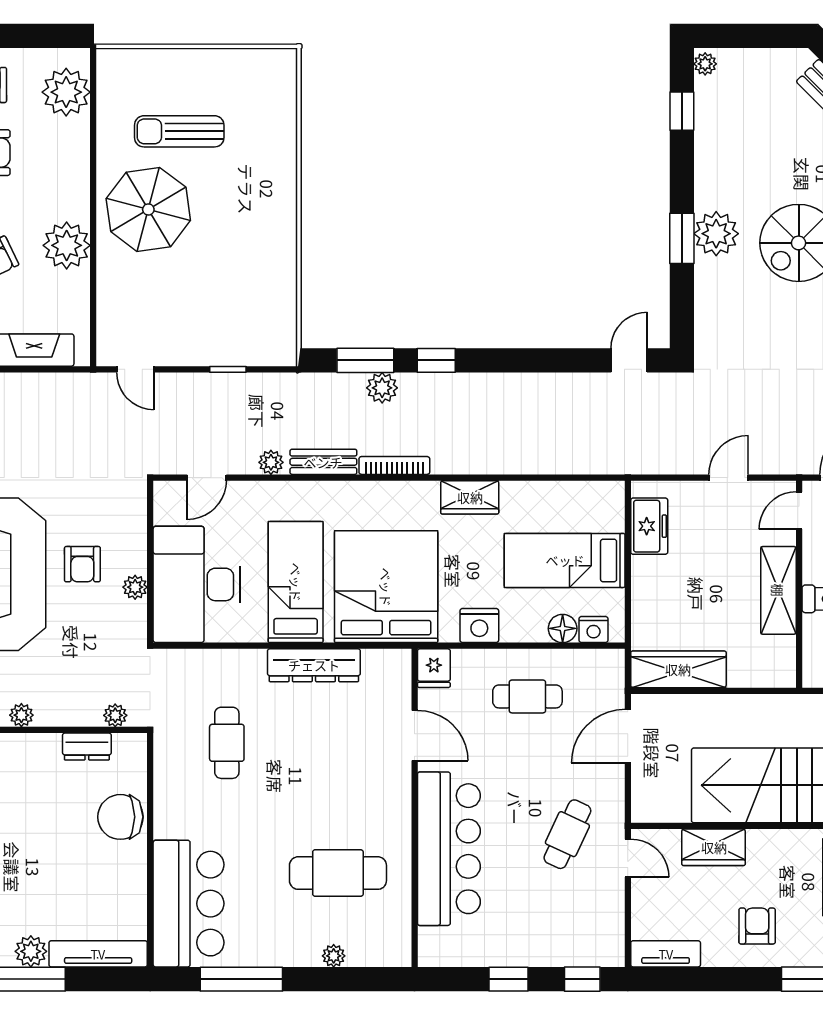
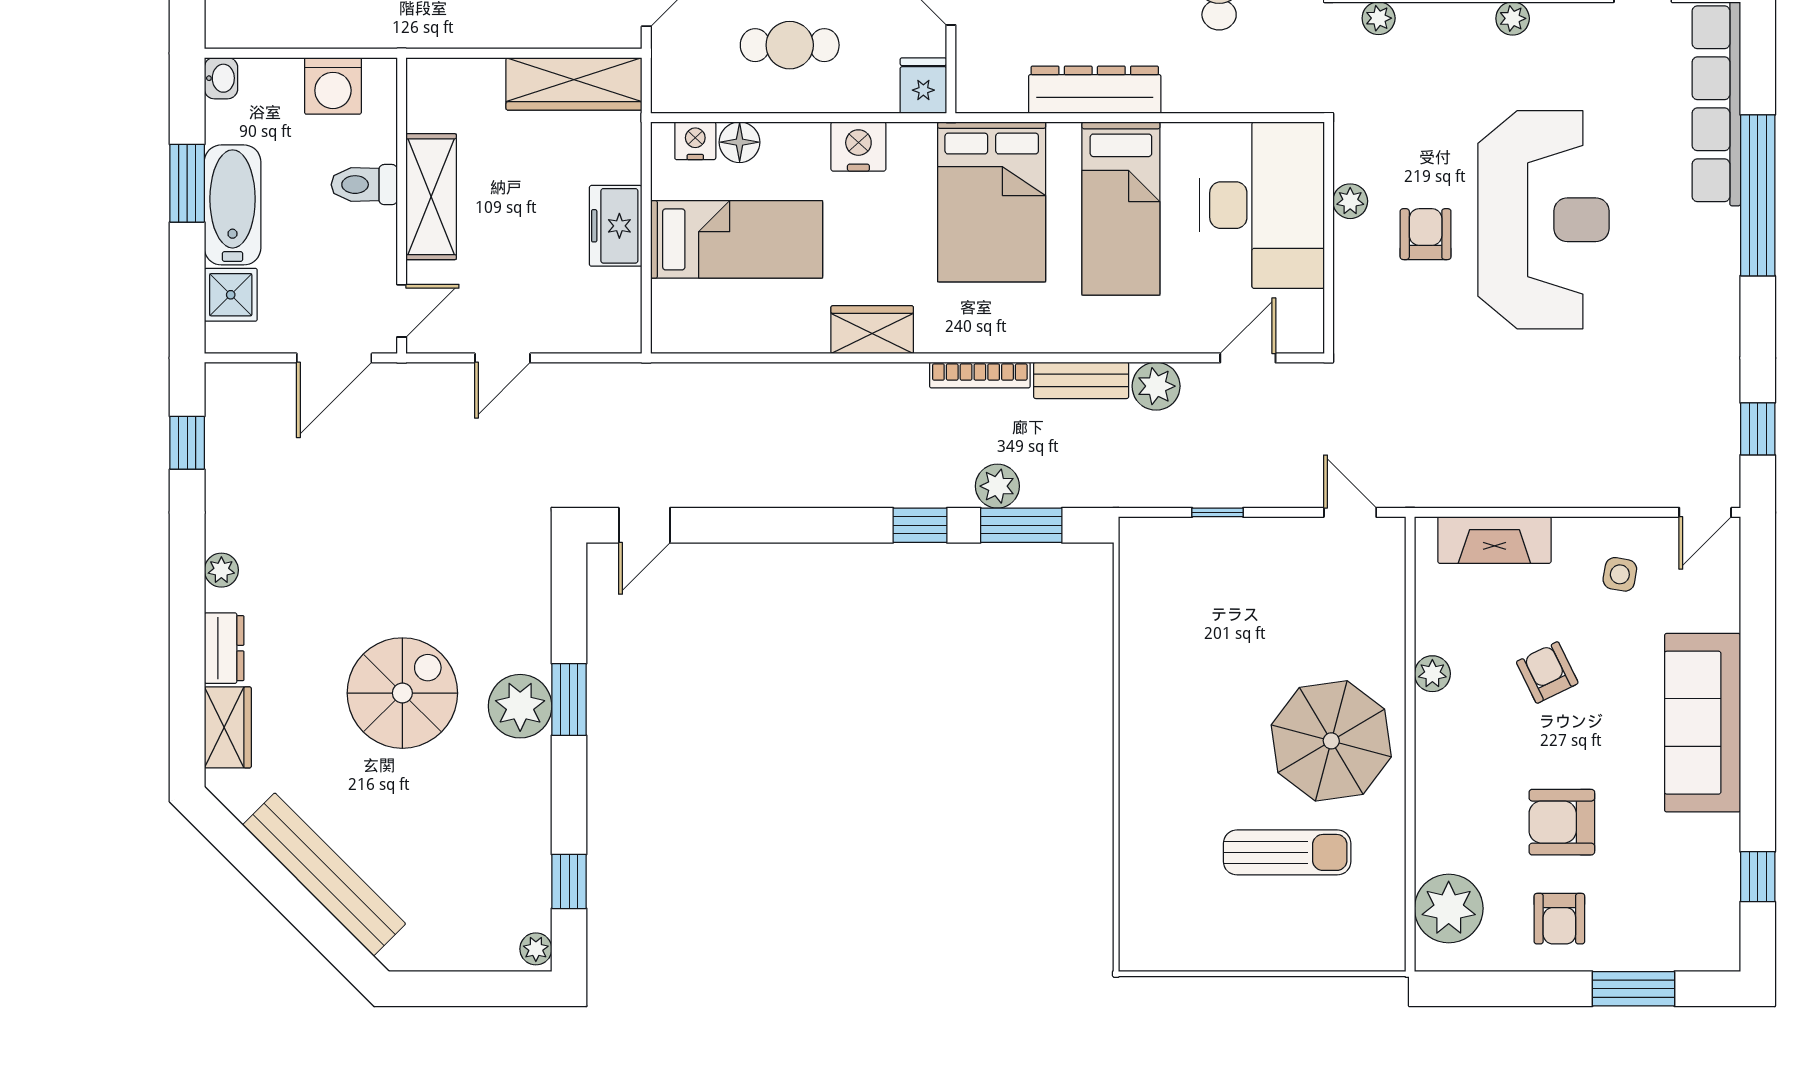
plant: (67, 245) -> (1432, 674), width x0.53, depth x0.53
plant: (271, 462) -> (1156, 386), width x1.38, depth x1.38
freezer: (649, 526) -> (616, 226), moved
bed: (386, 587) -> (992, 202), width x0.73

